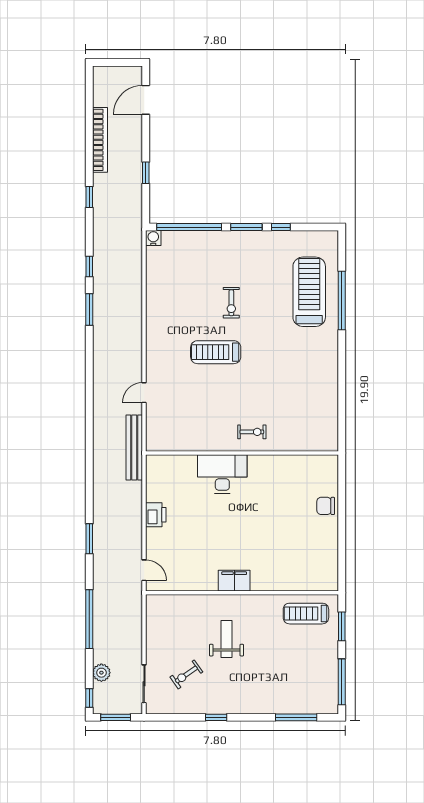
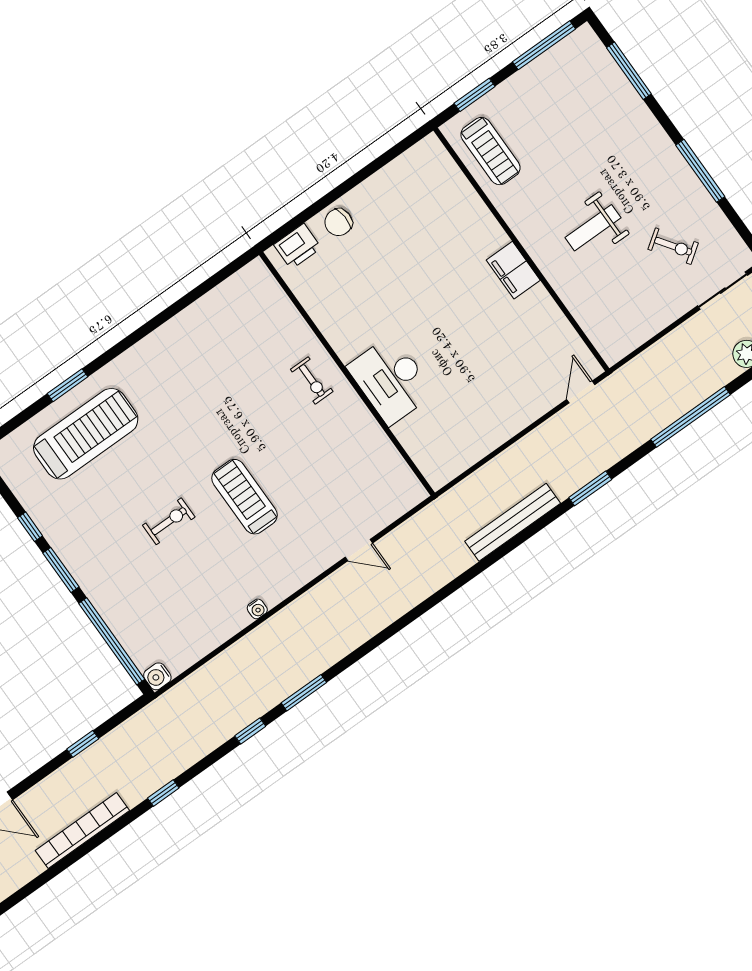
treadmill: (309, 292) -> (86, 434), turned 180
window: (342, 300) -> (68, 385), width x0.47
water cooler: (151, 316) -> (257, 609), added
treadmill: (216, 352) -> (244, 497), turned 180
exercise bike: (252, 432) -> (312, 380), turned 180
bench: (134, 448) -> (513, 522), moved
chair: (326, 506) -> (338, 222), turned 87
printer: (156, 515) -> (298, 246), moved, turned 180
window: (216, 717) -> (700, 171), width x2.17

